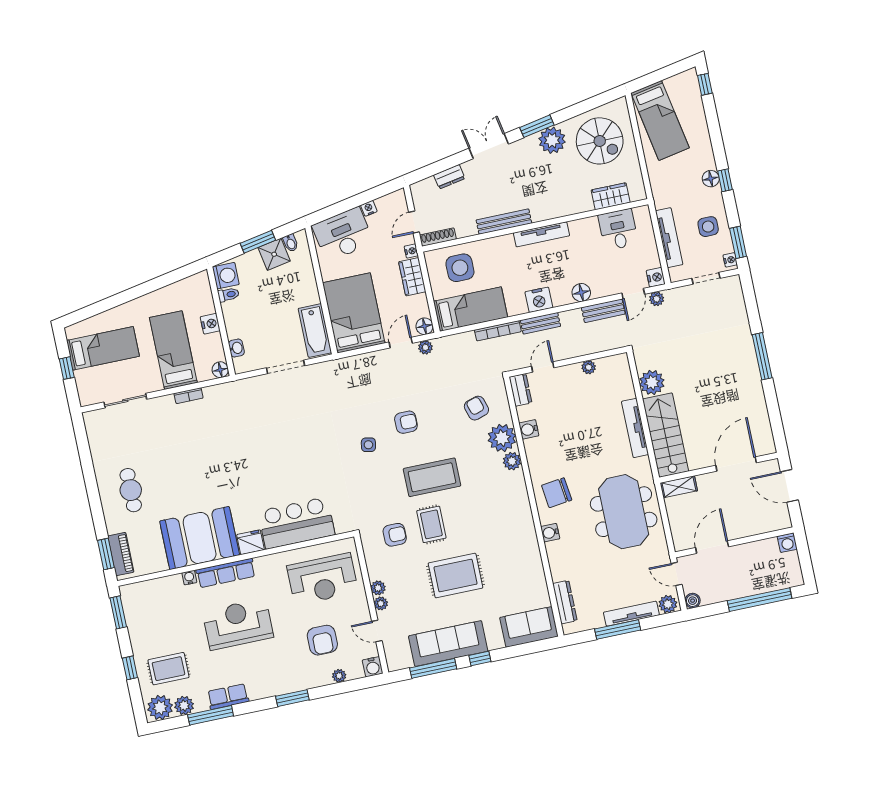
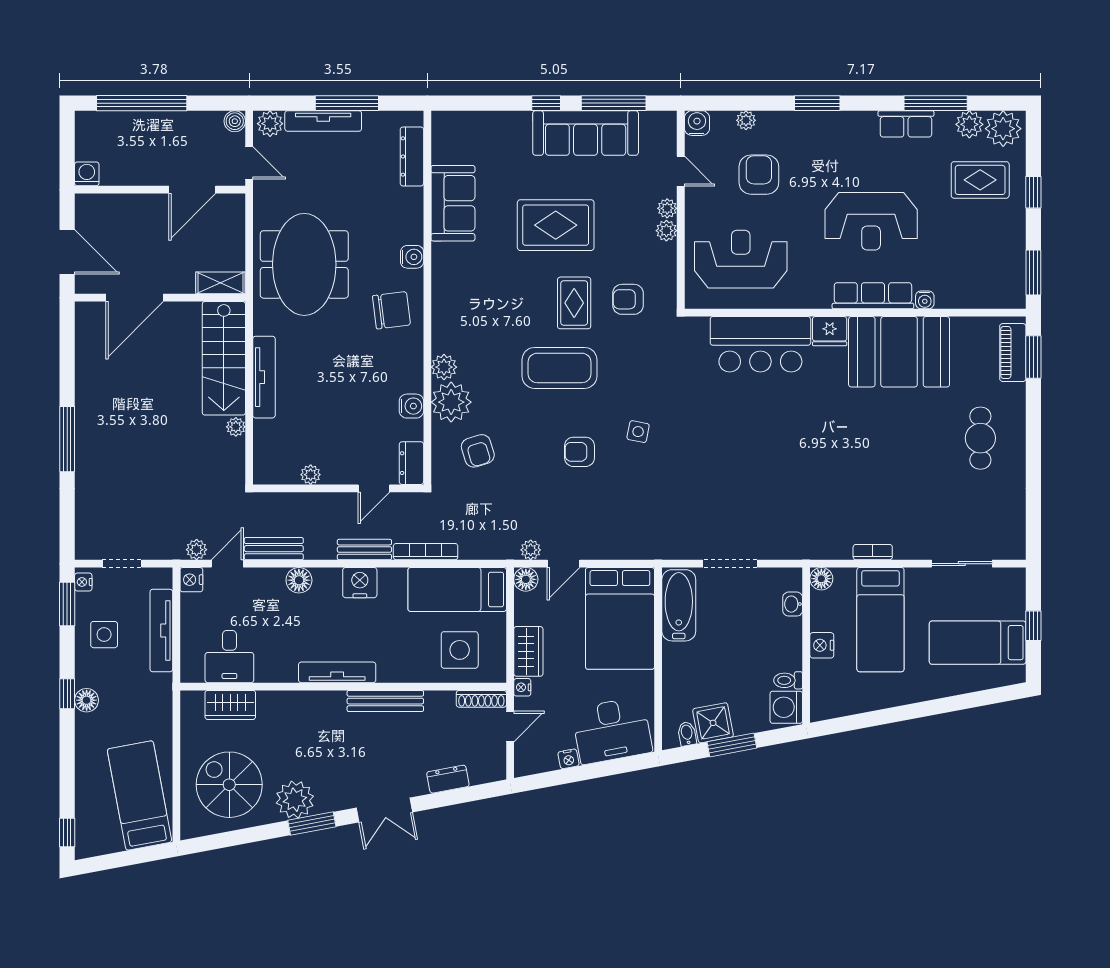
plant: (652, 382) -> (236, 427), width x0.53, depth x0.53
sofa: (529, 627) -> (453, 203), moved, turned -90

